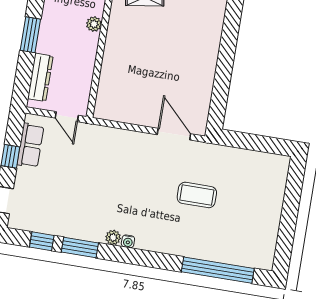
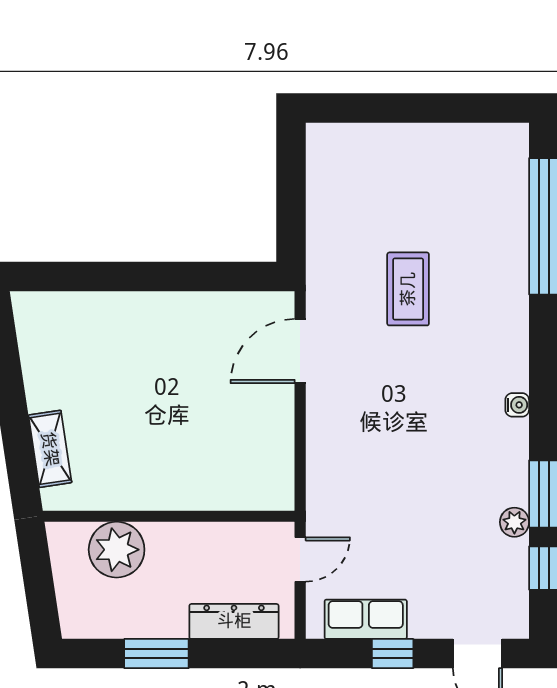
plant: (94, 24) -> (117, 550), width x1.87, depth x1.87
plant: (113, 237) -> (514, 522), moved

